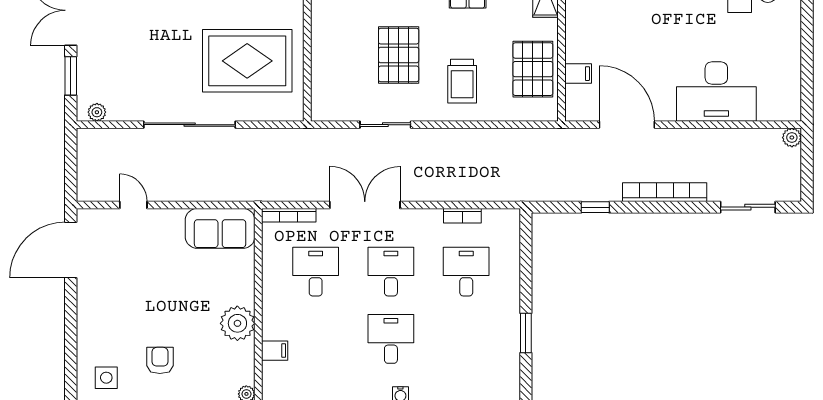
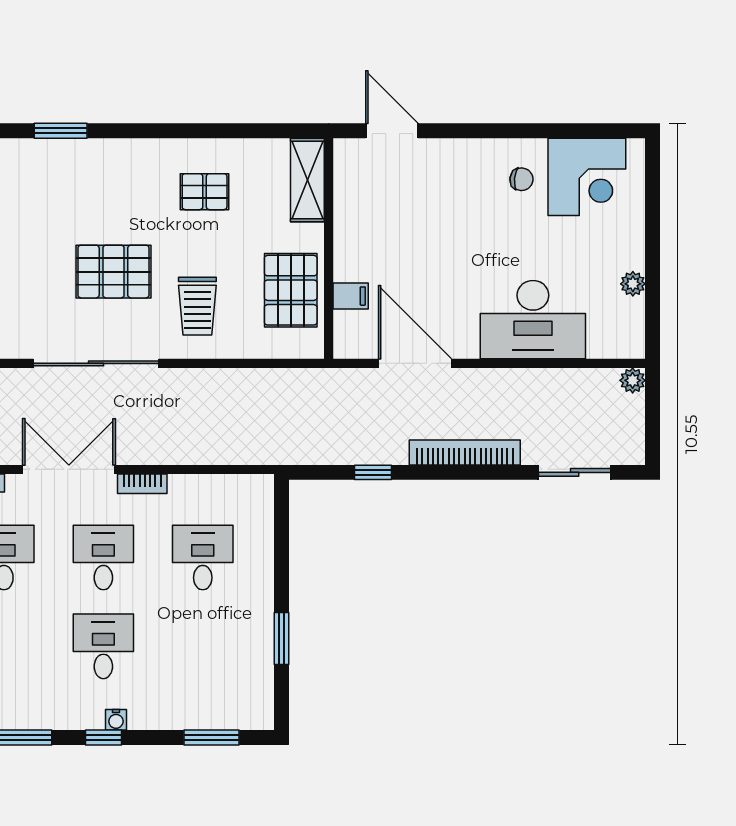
pallet: (399, 55) -> (113, 272), turned 90
plant: (792, 64) -> (633, 284), added
sliding door: (385, 125) -> (96, 363), width x1.86
bookcase: (462, 216) -> (142, 484), moved

